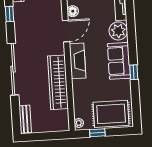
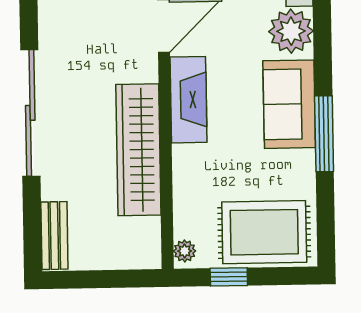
window: (134, 72) -> (324, 134), width x2.17

